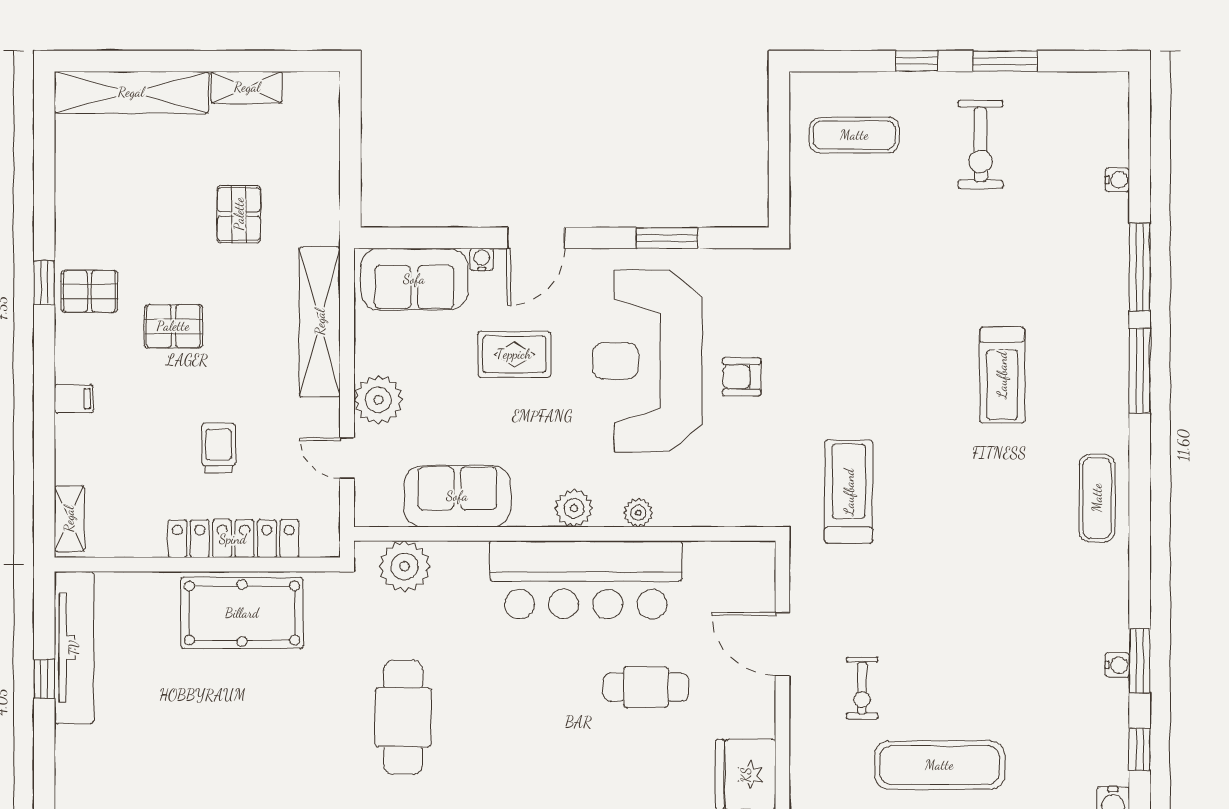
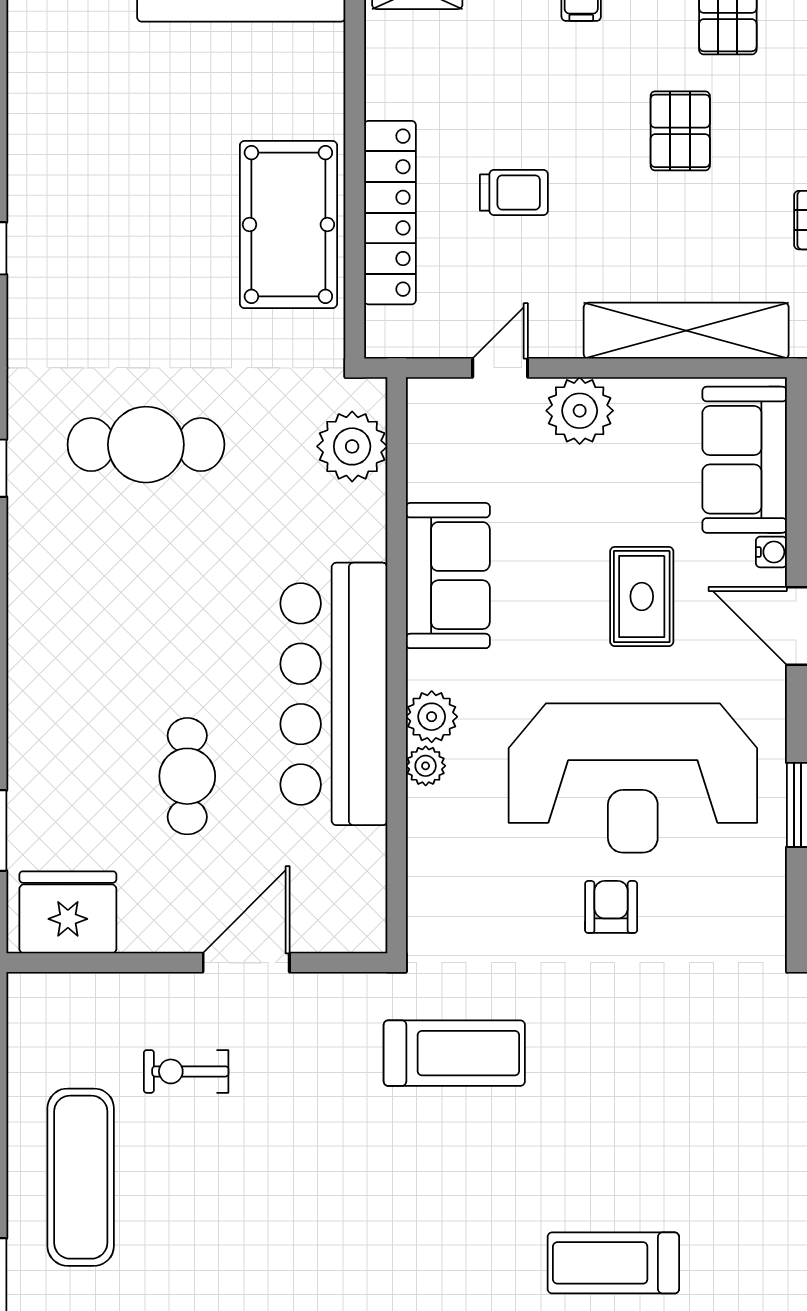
reception desk: (647, 361) -> (633, 778), turned 180
sofa: (457, 496) -> (448, 576), moved
plant: (574, 508) -> (432, 717), moved

